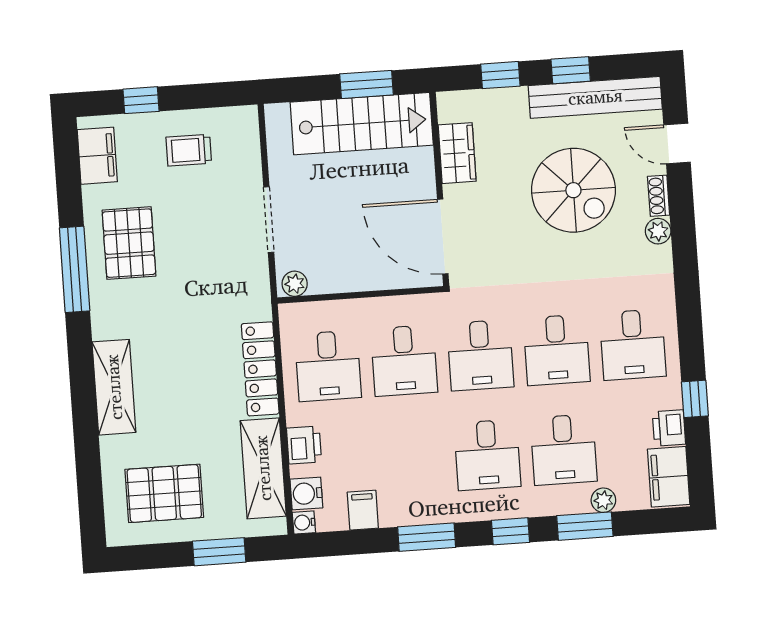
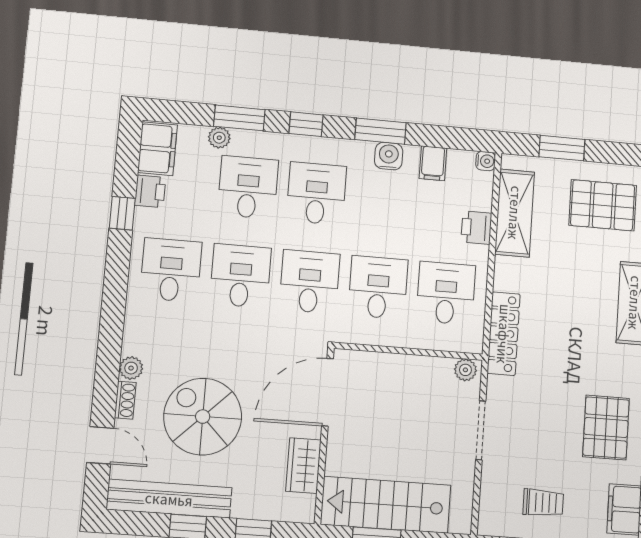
door: (443, 236) -> (327, 392), swing flipped
locker: (260, 369) -> (504, 334), moved
water cooler: (306, 493) -> (389, 156), moved, turned -90

